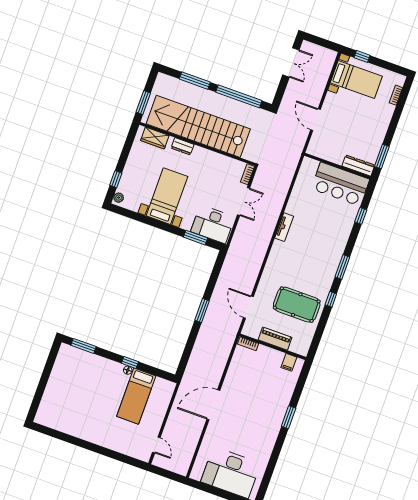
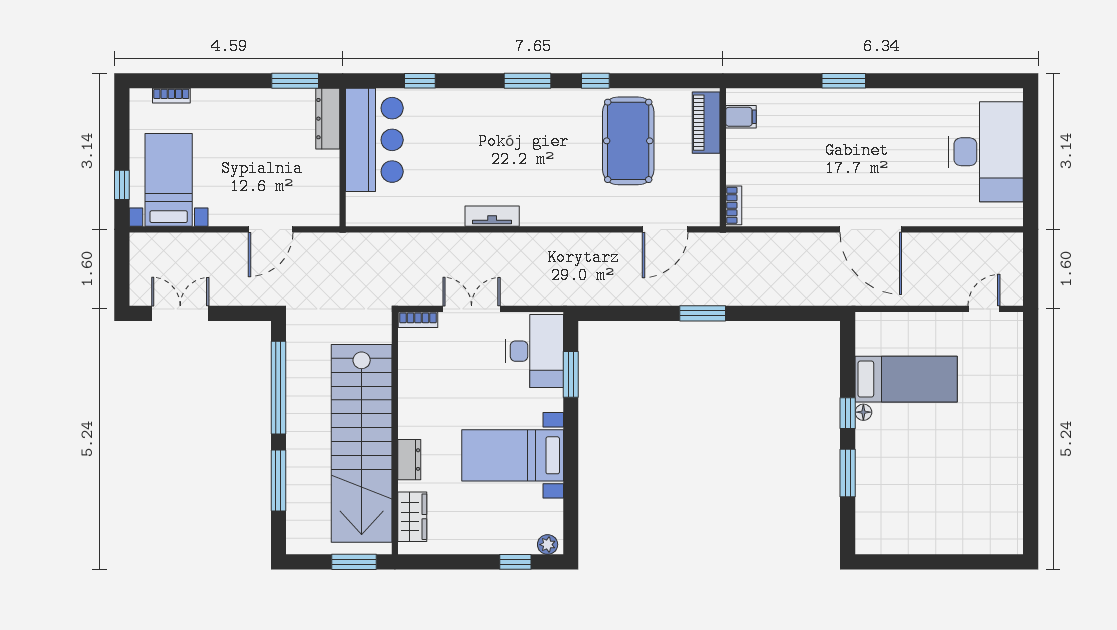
piano: (275, 339) -> (706, 123), moved
window: (84, 346) -> (848, 473), moved

